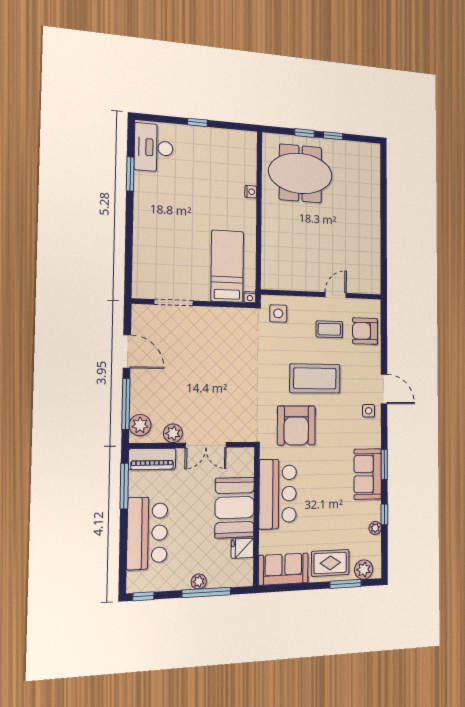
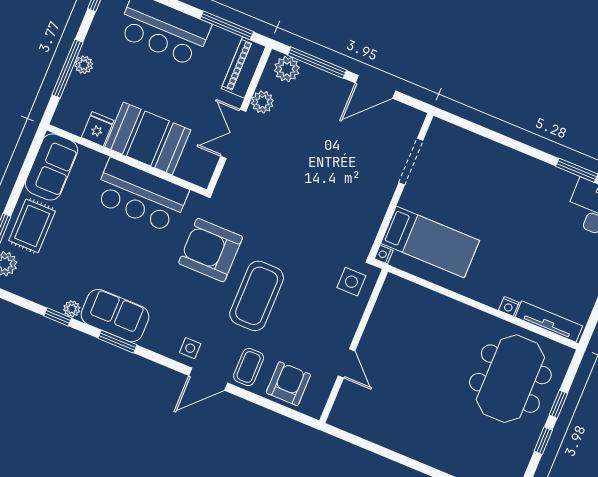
tv unit: (250, 159) -> (549, 321), added
coffee table: (329, 329) -> (249, 367), moved
plant: (375, 528) -> (72, 309), moved

